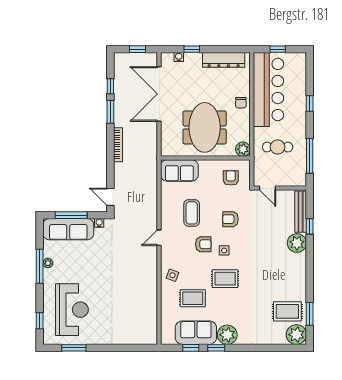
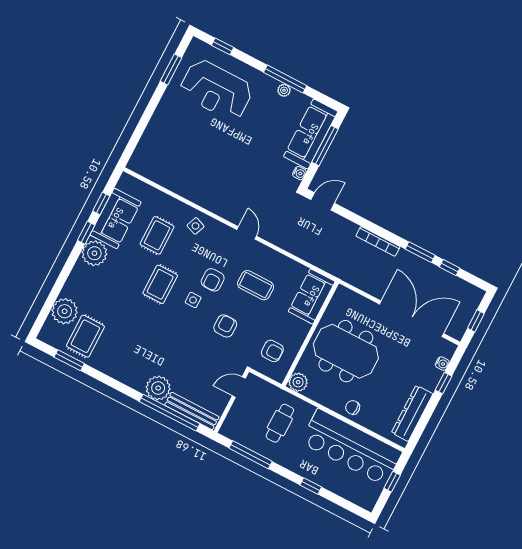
window: (310, 226) -> (170, 413), width x3.17
plant: (296, 335) -> (65, 311), moved

